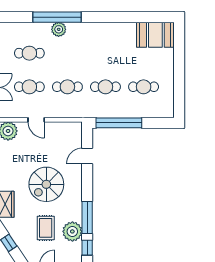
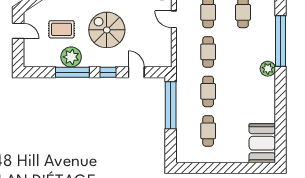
plant: (59, 29) -> (268, 69), moved
door: (36, 120) -> (174, 19), hinge flipped
plant: (72, 231) -> (71, 57), moved
window: (87, 248) -> (108, 72), moved

